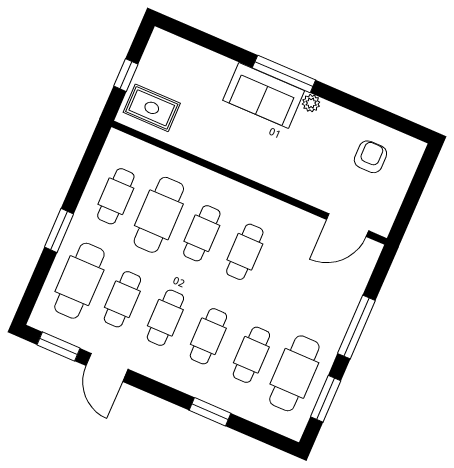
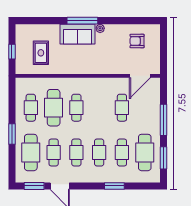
rug: (152, 108) -> (41, 53), moved, turned 90
armchair: (370, 157) -> (137, 41), turned -90
cafe table: (245, 252) -> (122, 108), moved

